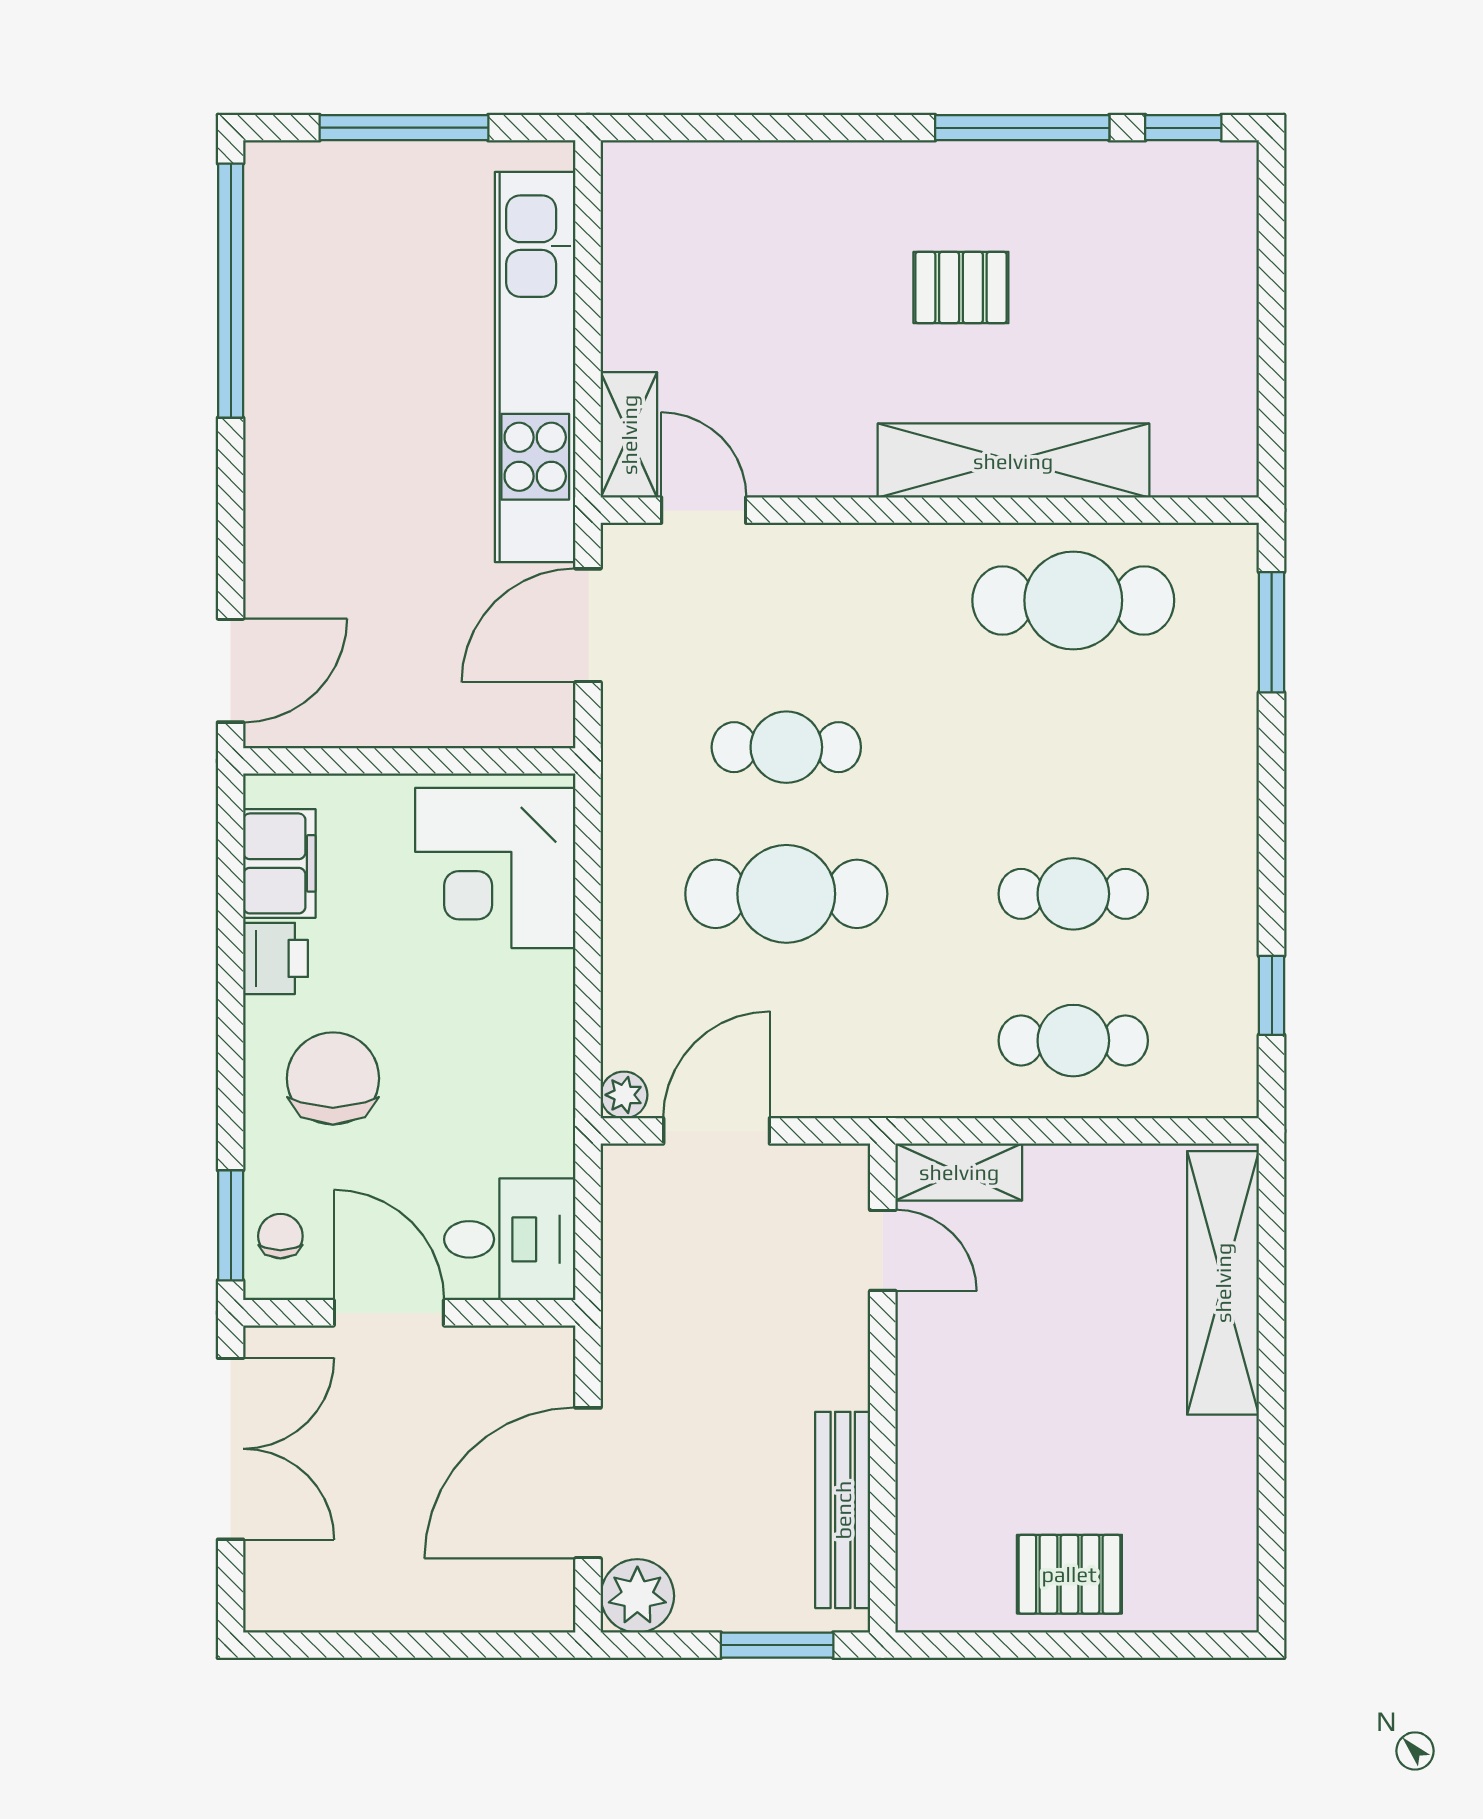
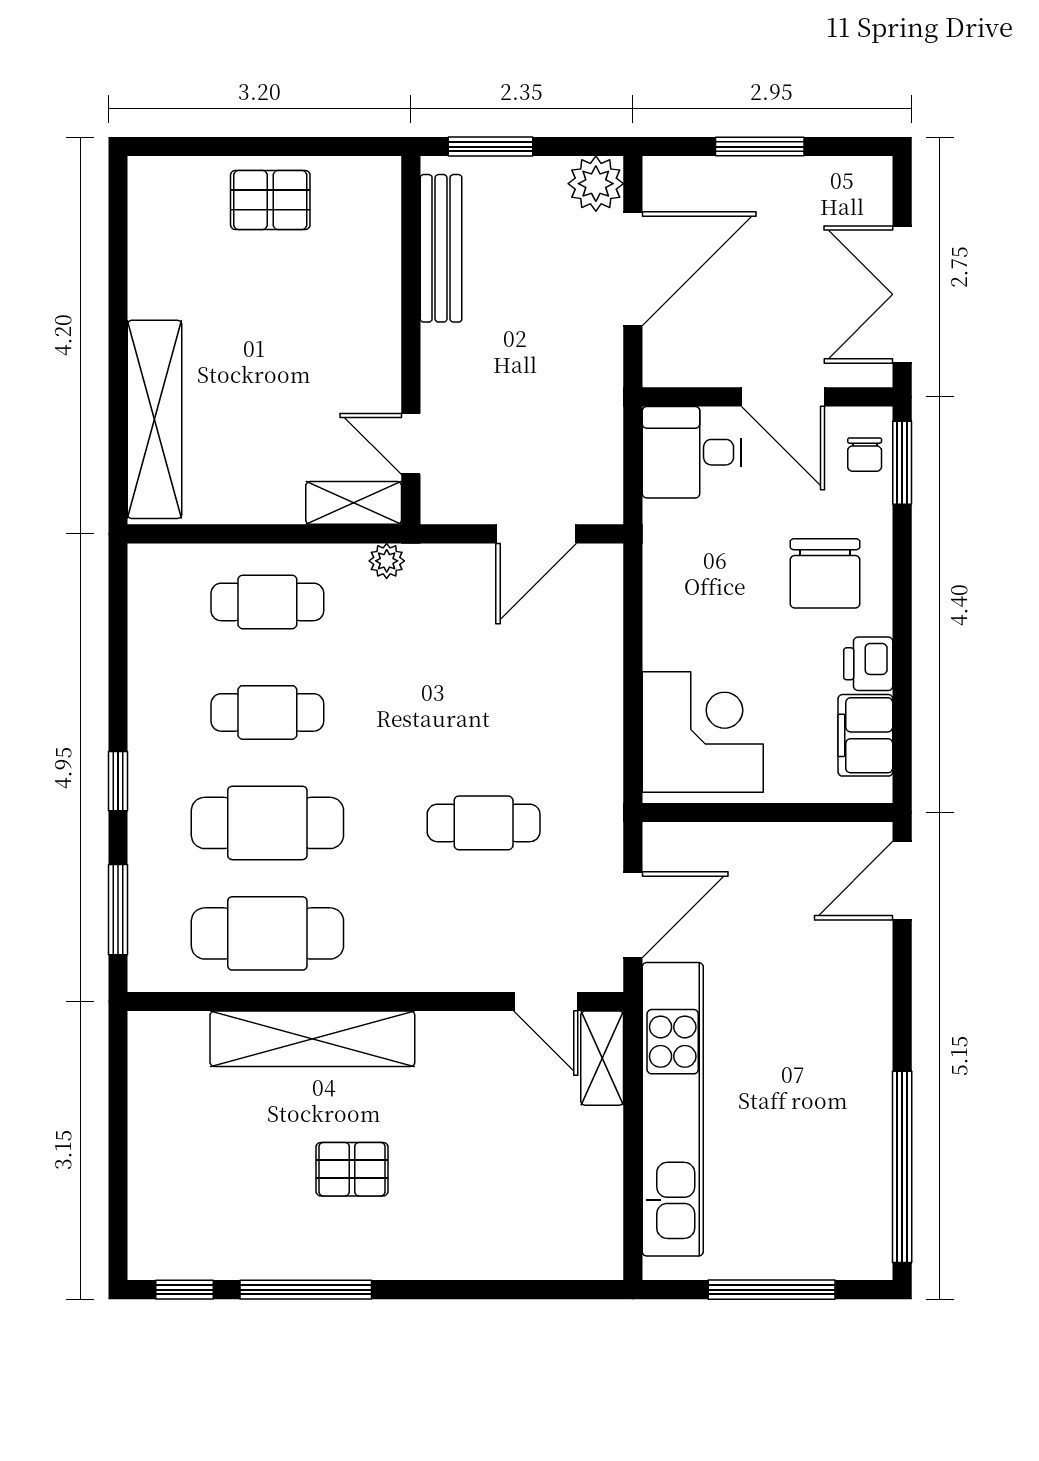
cafe table: (786, 894) -> (267, 823), moved
window: (1272, 995) -> (118, 781), moved
plant: (624, 1095) -> (387, 561), moved
window: (420, 1645) -> (760, 147), added

